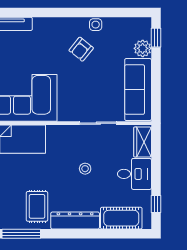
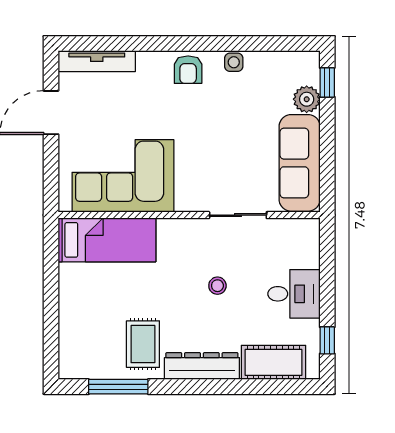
armchair: (81, 49) -> (188, 70), moved, turned -39
wardrobe: (143, 142) -> (307, 244), removed

